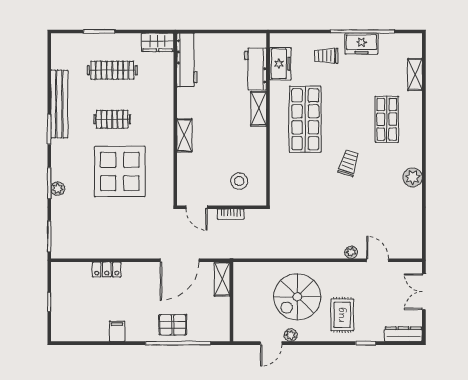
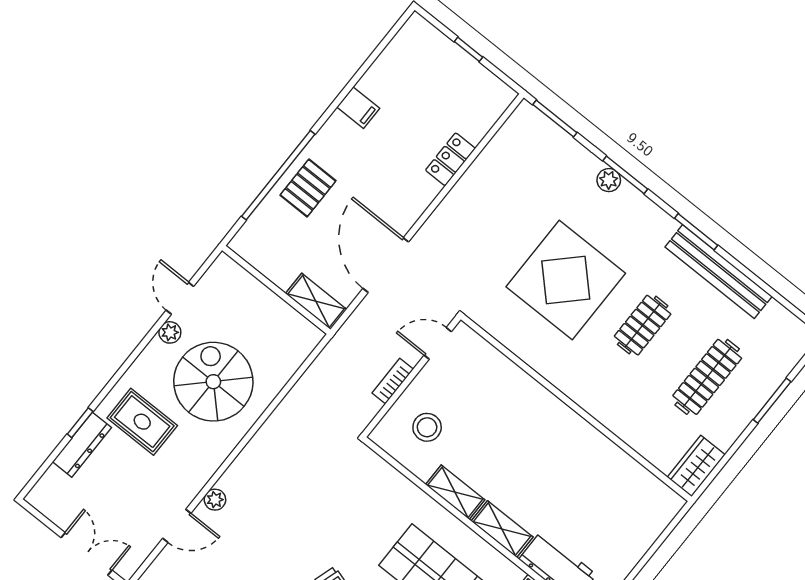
workbench: (187, 60) -> (642, 486), removed
shelving: (184, 135) -> (455, 492), moved
dresser: (403, 334) -> (82, 445), moved

